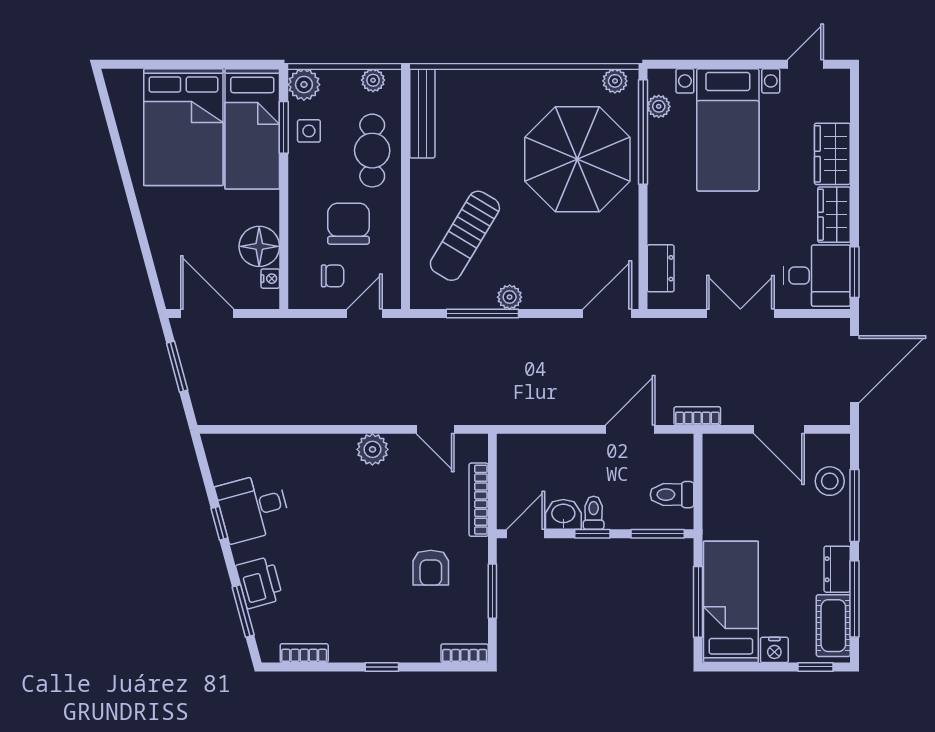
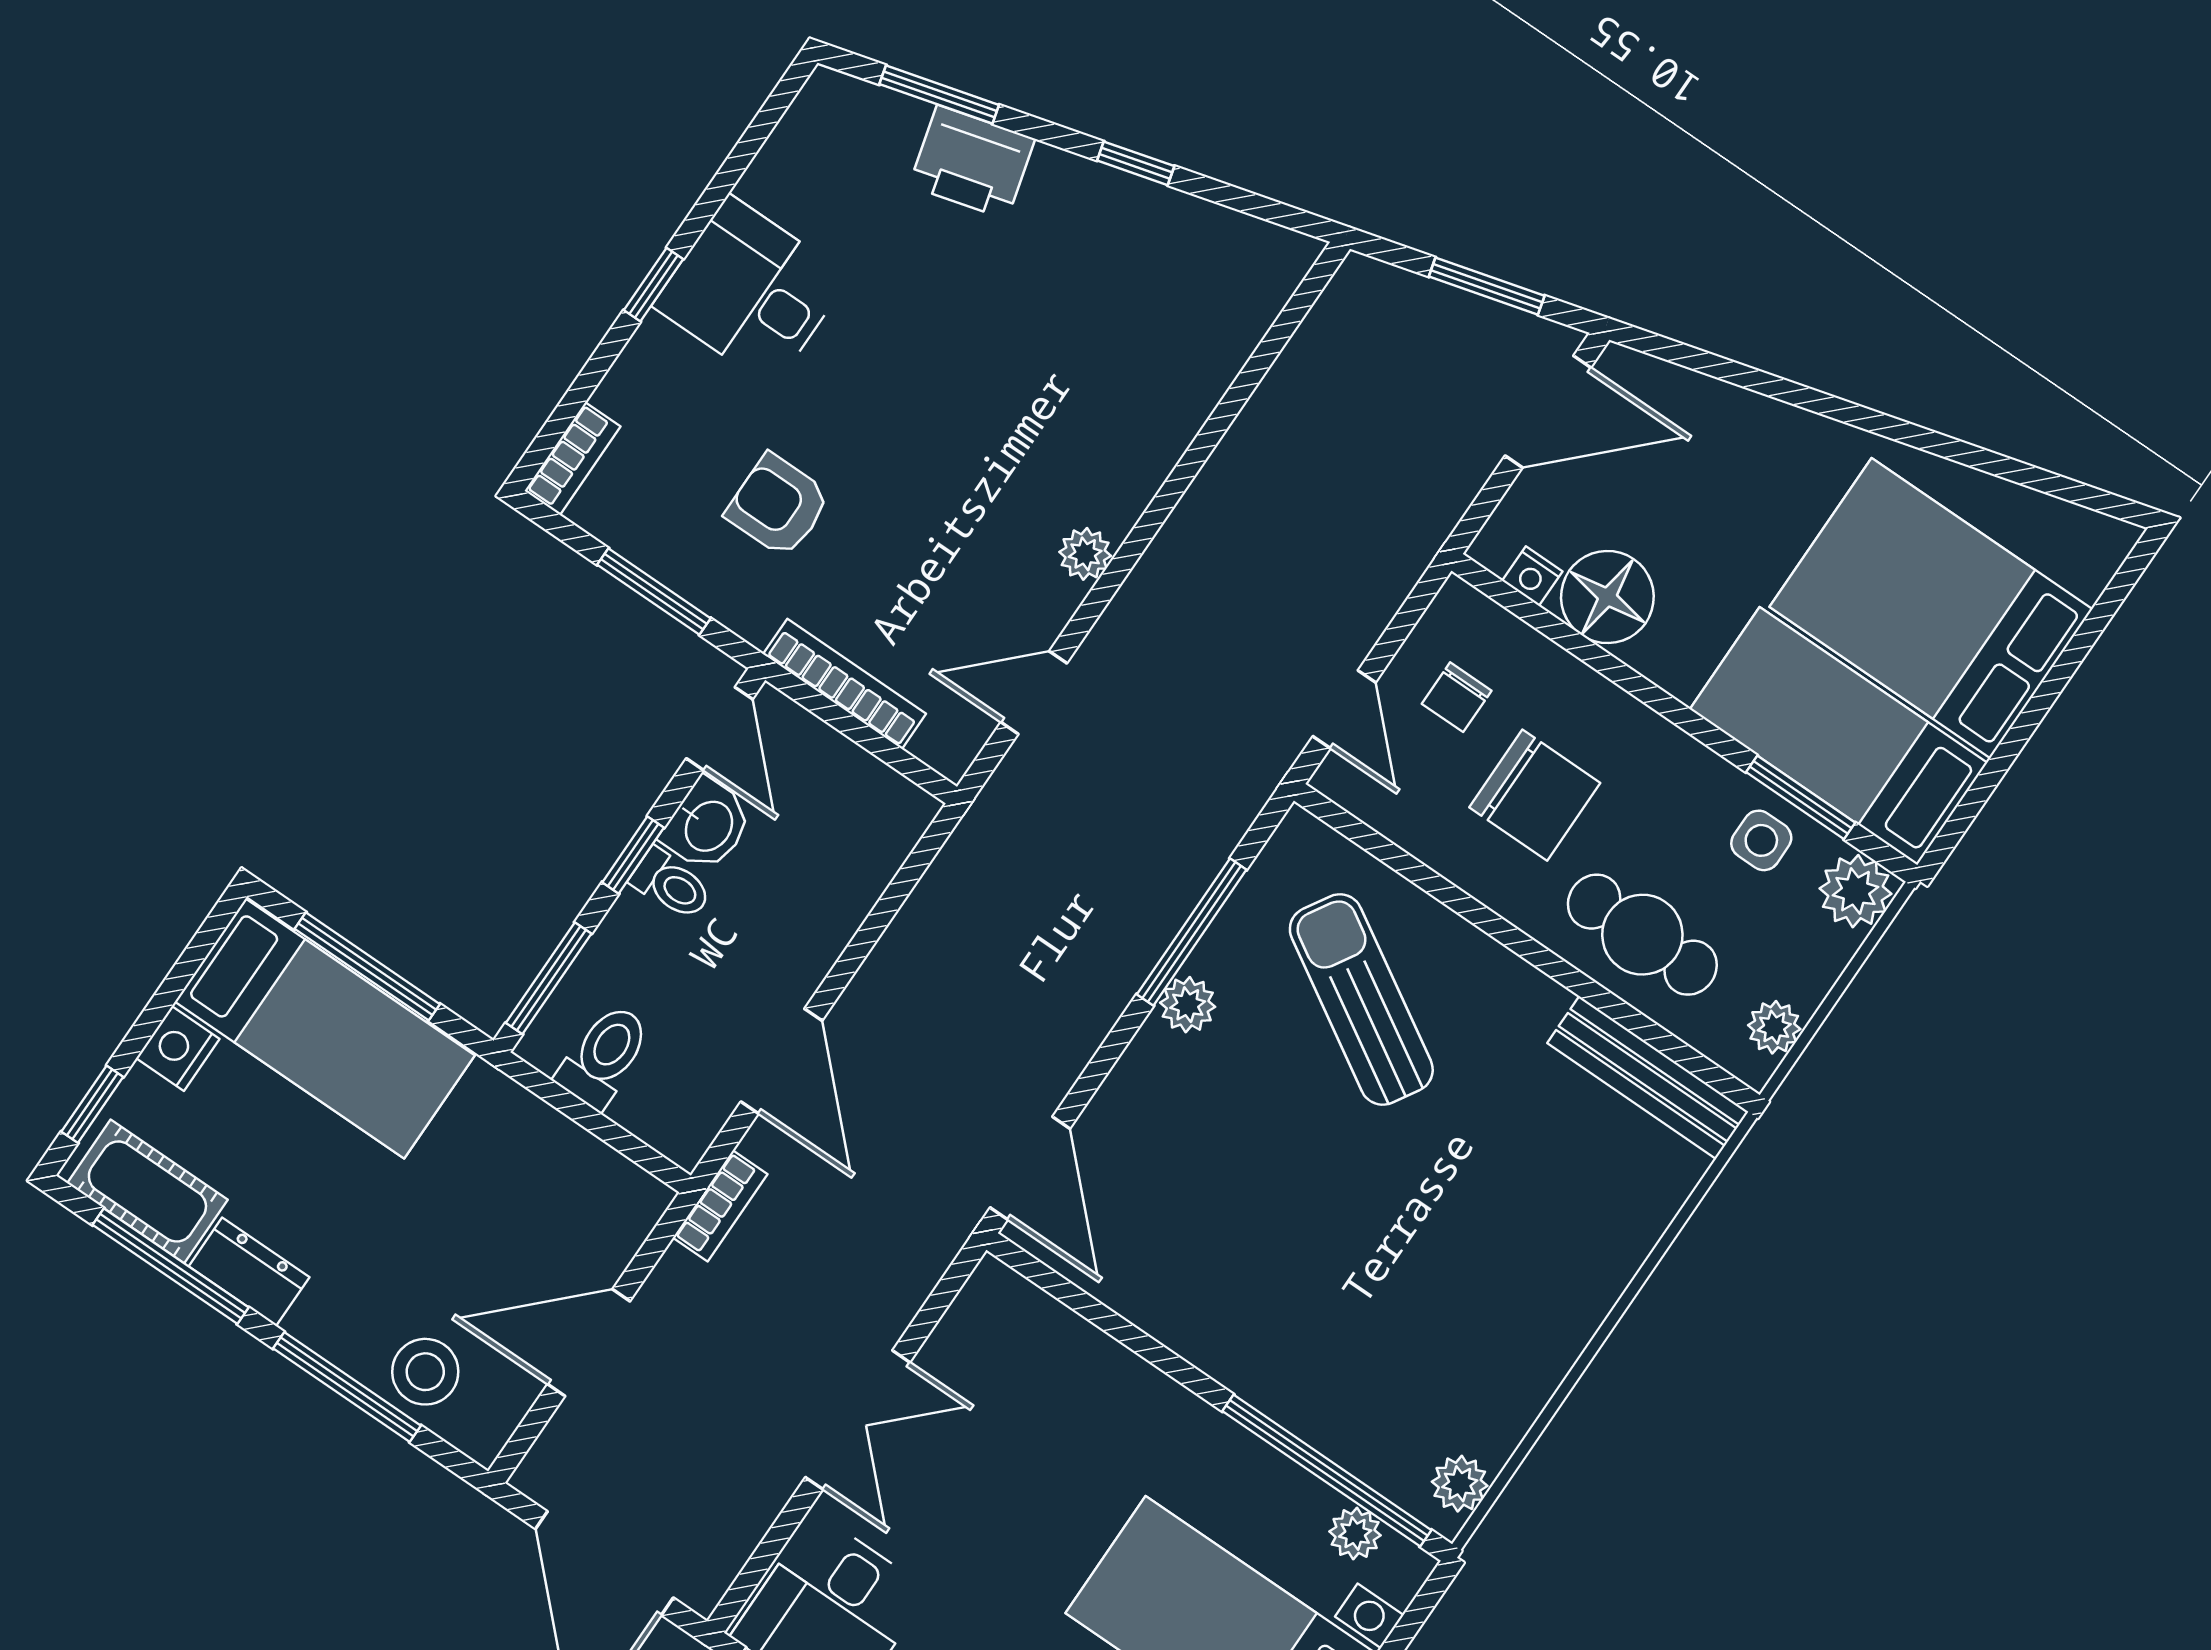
parasol: (577, 159) -> (1360, 1311), removed
dresser: (661, 268) -> (1046, 1327), removed
plant: (372, 449) -> (1085, 554), width x0.73, depth x0.73
desk: (253, 507) -> (751, 291), moved, turned -75
bookcase: (304, 653) -> (780, 156), removed

